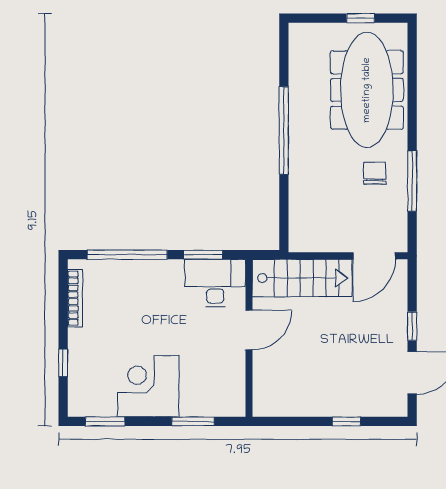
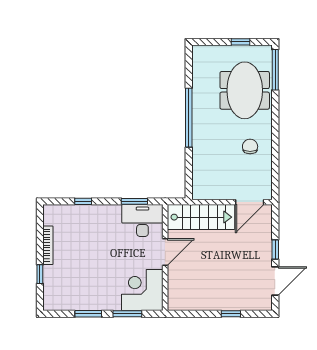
meeting table: (367, 90) -> (245, 90), width x0.73
window: (412, 181) -> (275, 70), moved
window: (127, 255) -> (83, 201), width x0.32
bookcase: (75, 298) -> (48, 245), moved
corner desk: (148, 386) -> (142, 290), moved
window: (105, 421) -> (88, 314), moved

